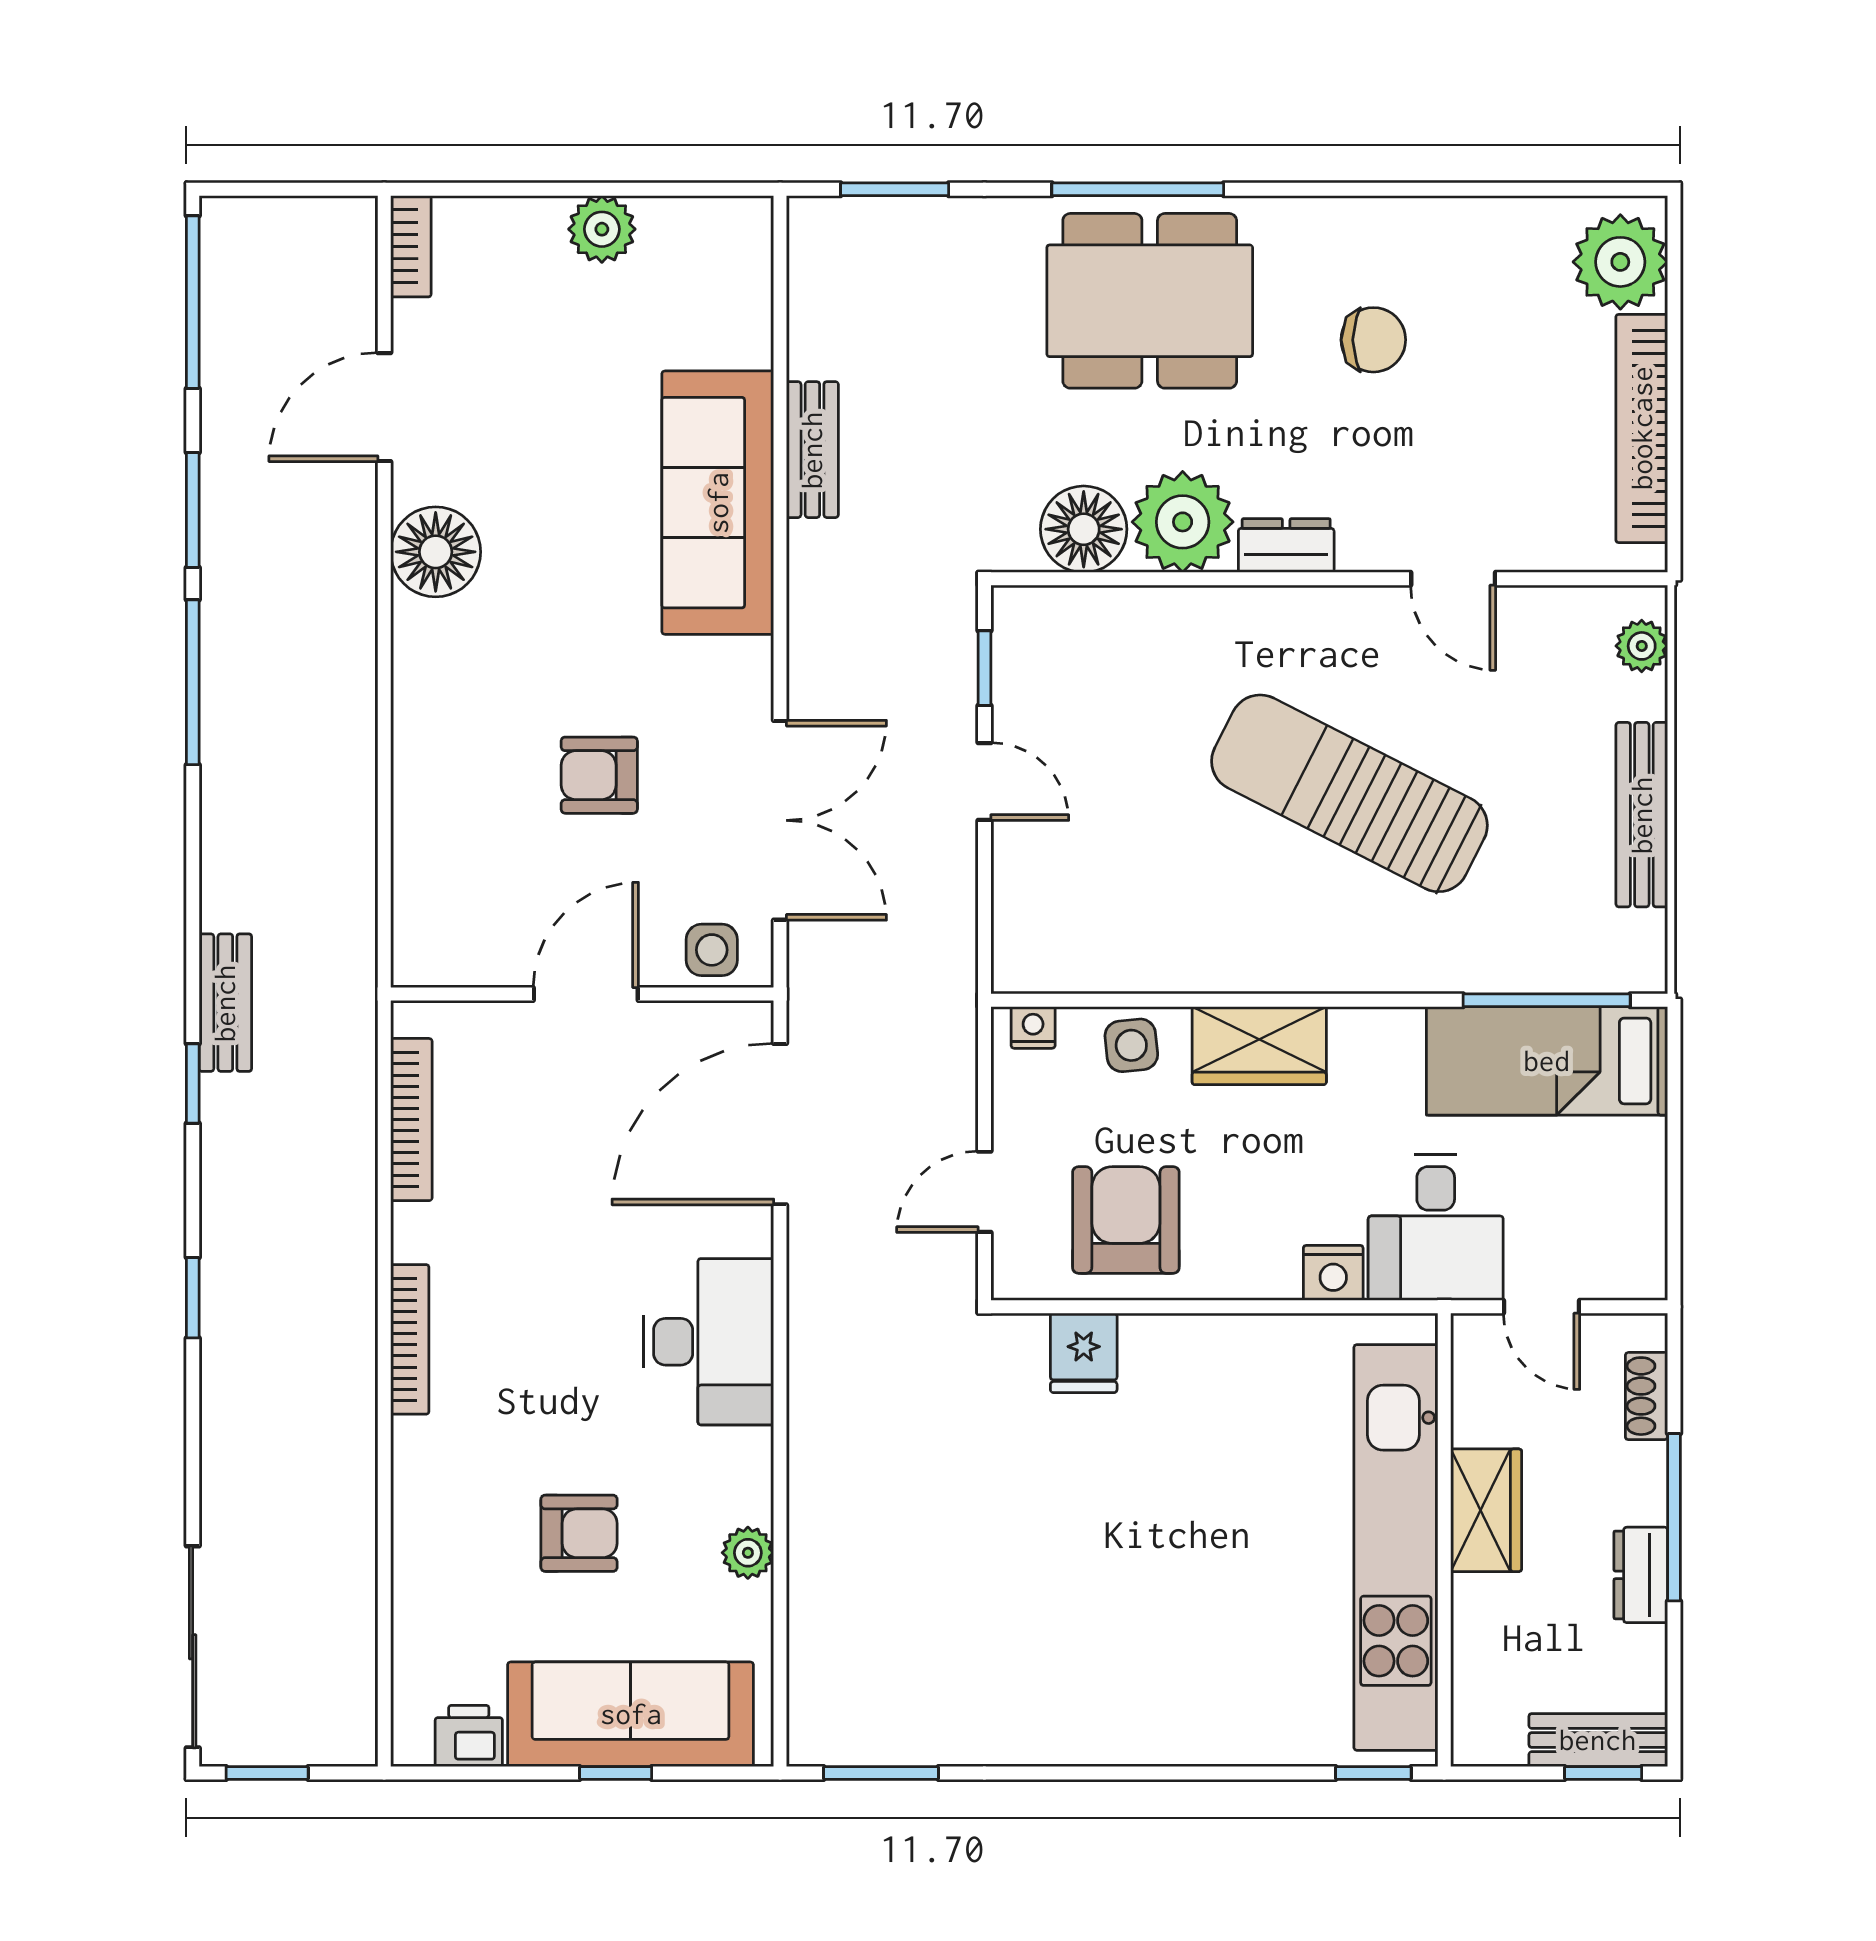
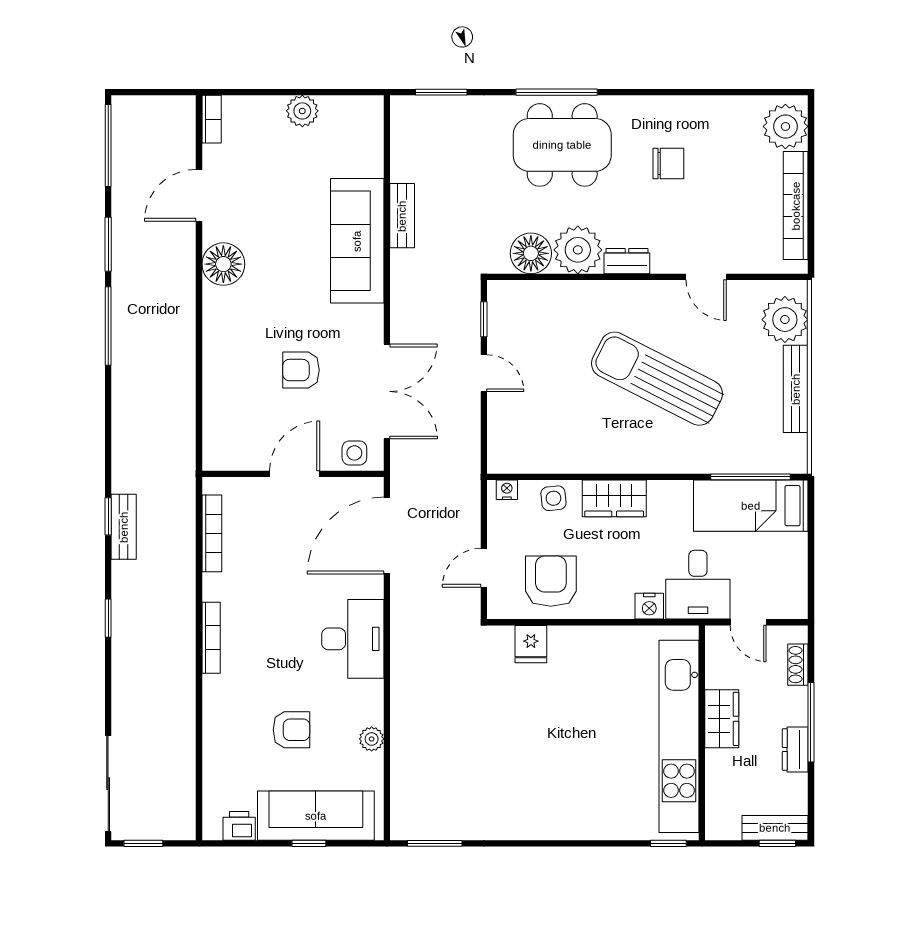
plant: (1642, 646) -> (785, 320), width x1.88, depth x1.88
bench: (225, 1003) -> (124, 527), moved

